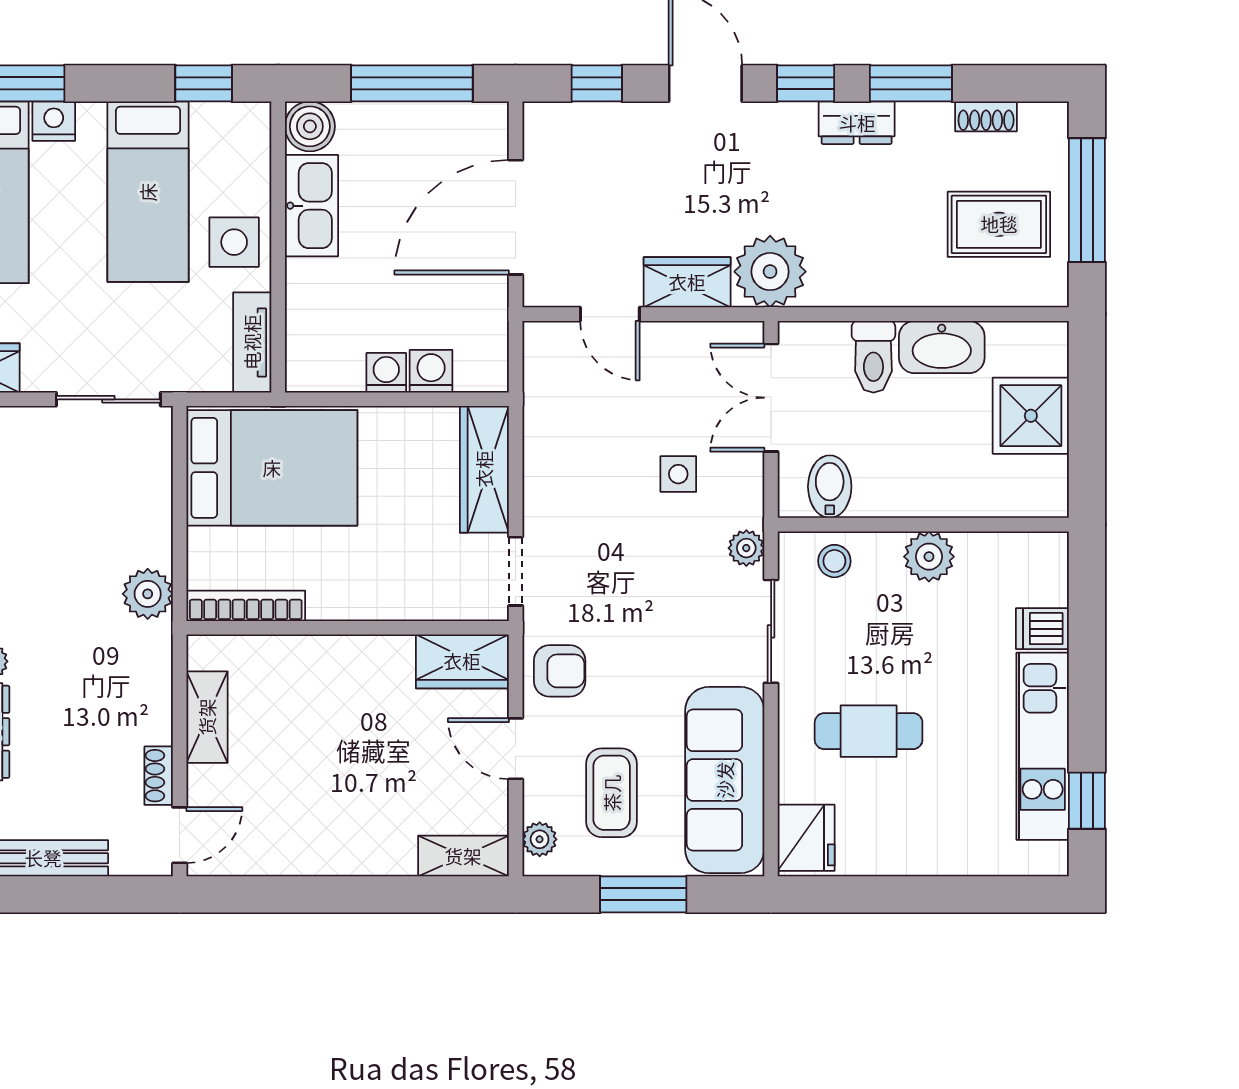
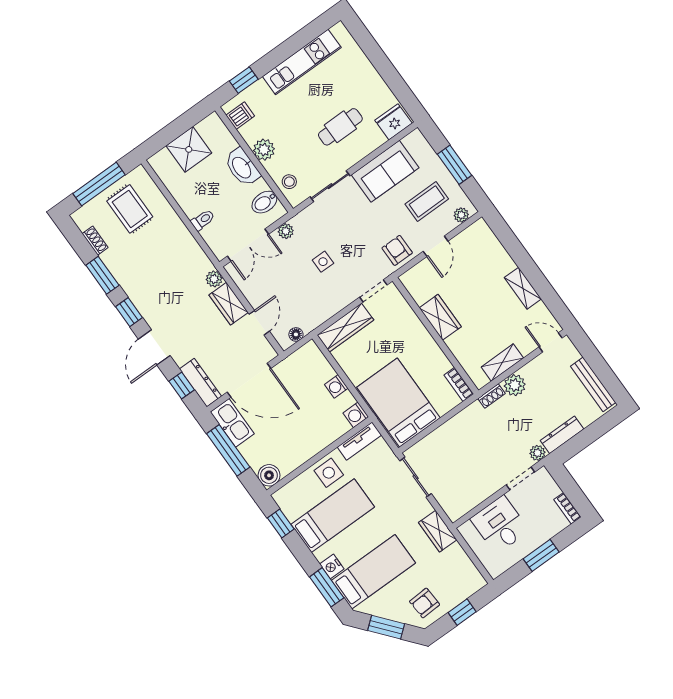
dresser: (857, 123) -> (200, 383), moved, width x1.44
kitchen sink: (312, 206) -> (232, 423), moved, turned 90
plant: (770, 272) -> (214, 279), width x0.53, depth x0.53
washbasin: (942, 347) -> (242, 167), moved, turned 180
toilet: (873, 357) -> (203, 220), width x0.73, depth x0.72
floor lamp: (538, 367) -> (296, 334), added
washing machine: (431, 371) -> (356, 415), moved
side table: (678, 474) -> (323, 262), moved
plant: (746, 548) -> (286, 231), moved
plant: (148, 594) -> (515, 385), moved
bookcase: (246, 606) -> (459, 384), width x0.64
dishwasher: (1042, 629) -> (240, 116), moved, turned -90
wardrobe: (462, 661) -> (440, 317), moved
cafe table: (869, 731) -> (340, 127), turned 90
shoe rack: (159, 776) -> (492, 396), moved
sofa: (725, 780) -> (385, 171), width x0.73
window: (1087, 801) -> (244, 80), moved
shelving: (463, 856) -> (523, 288), moved

